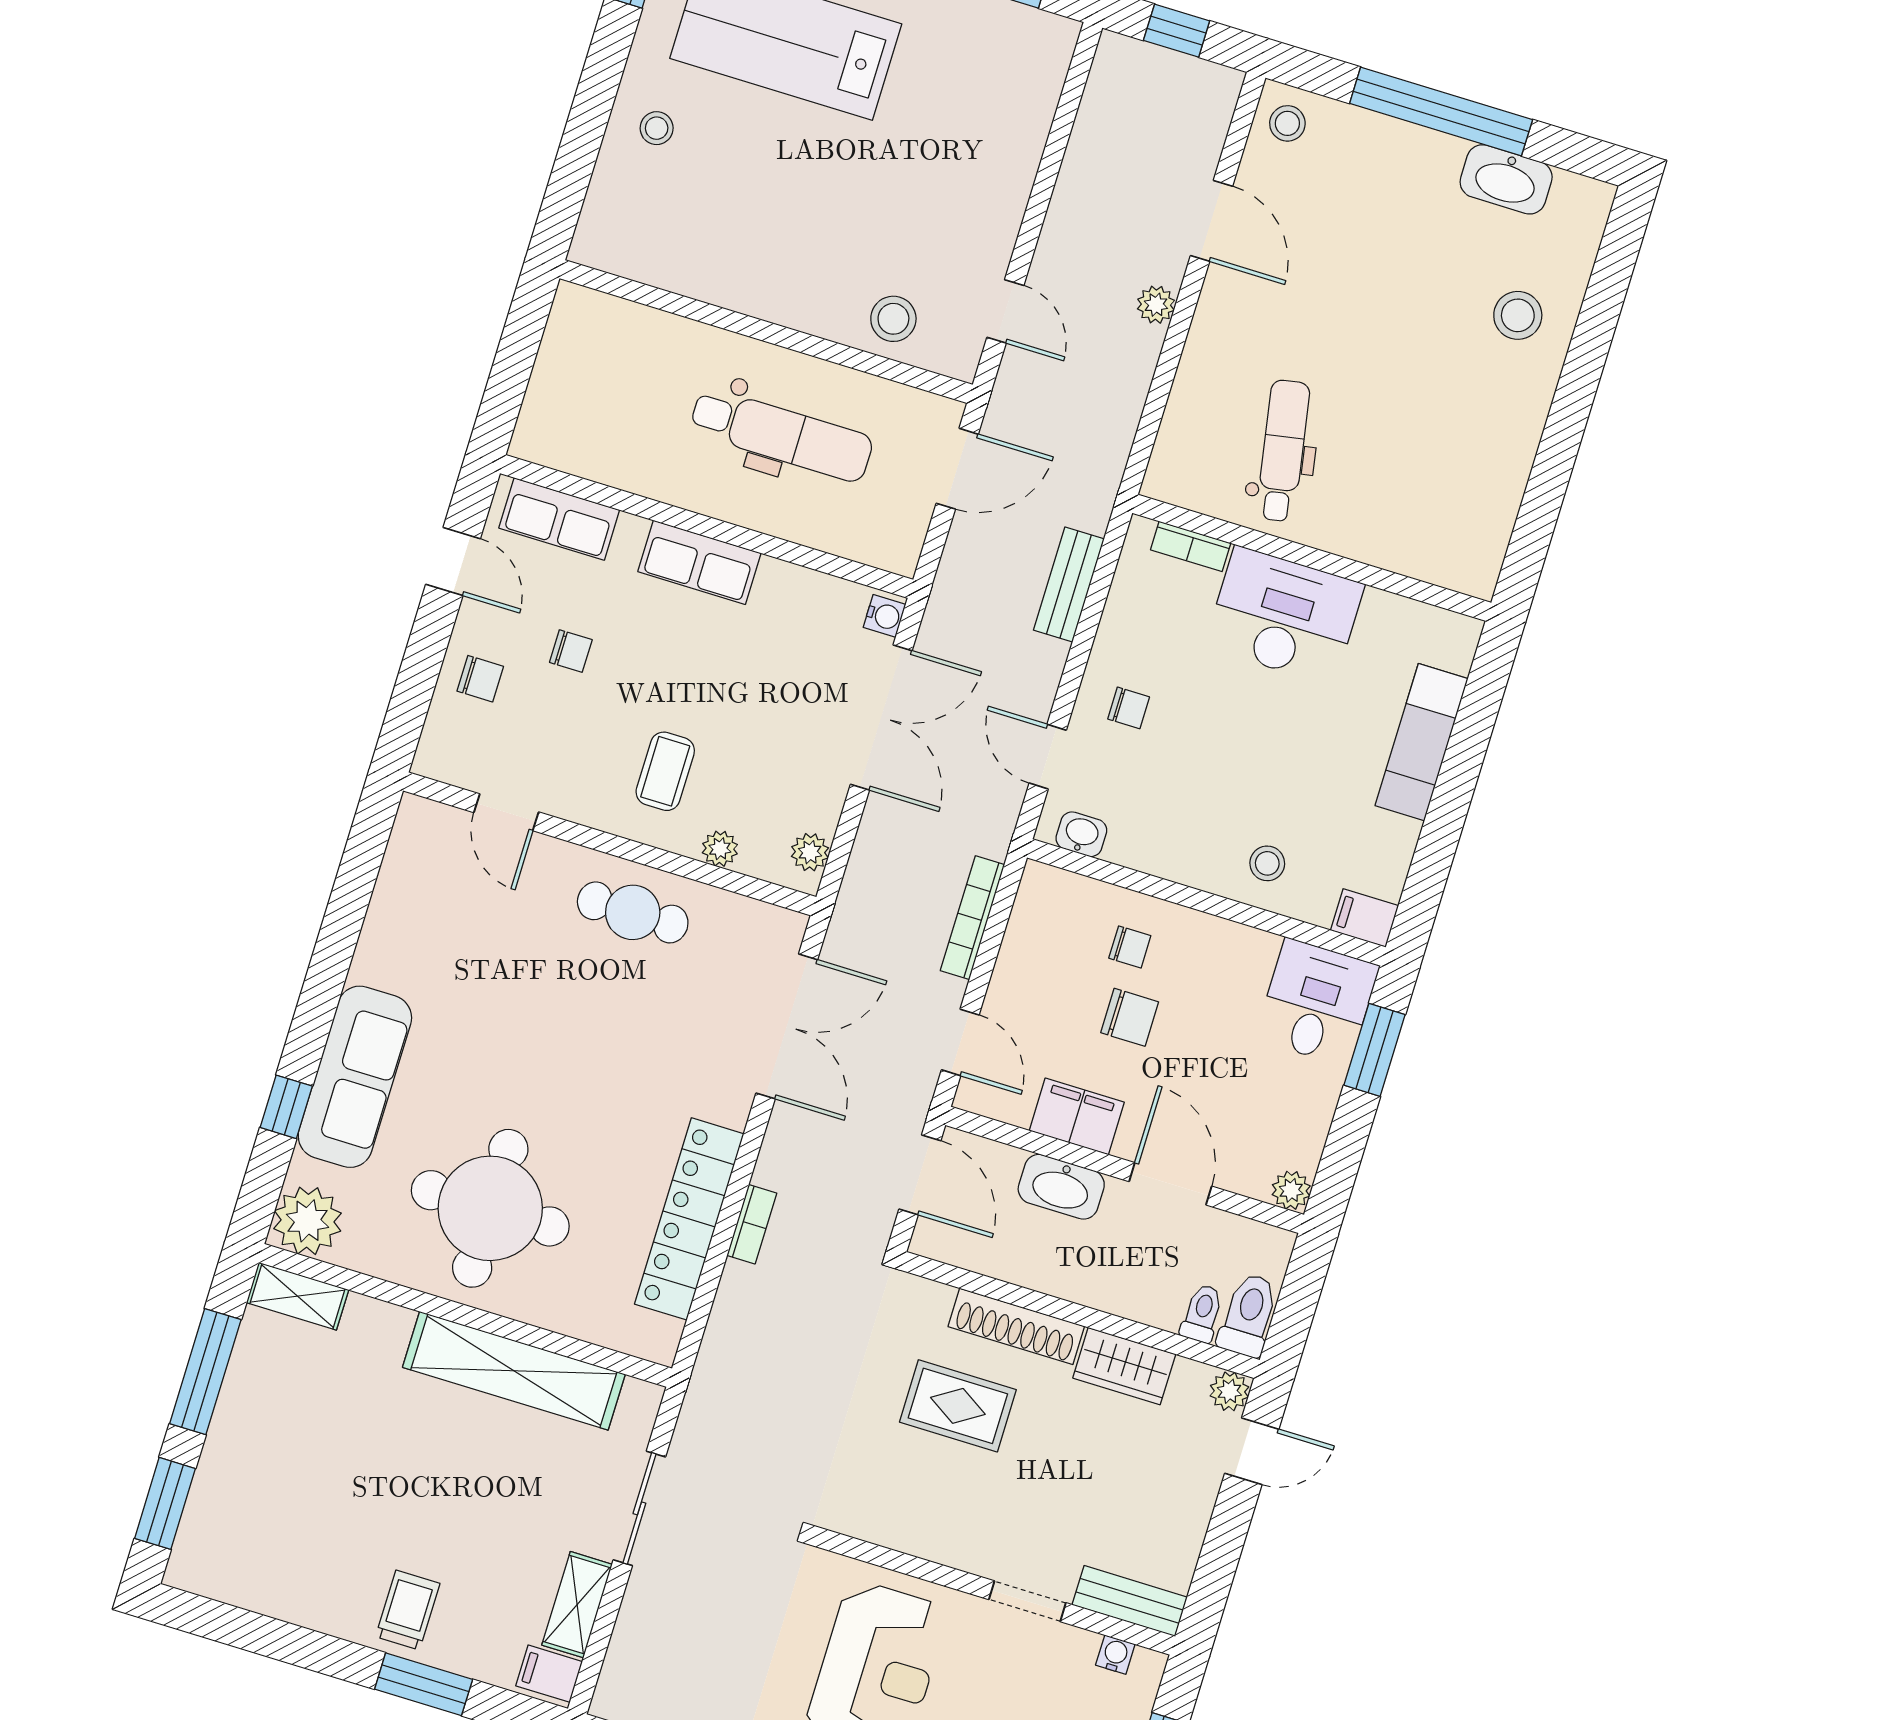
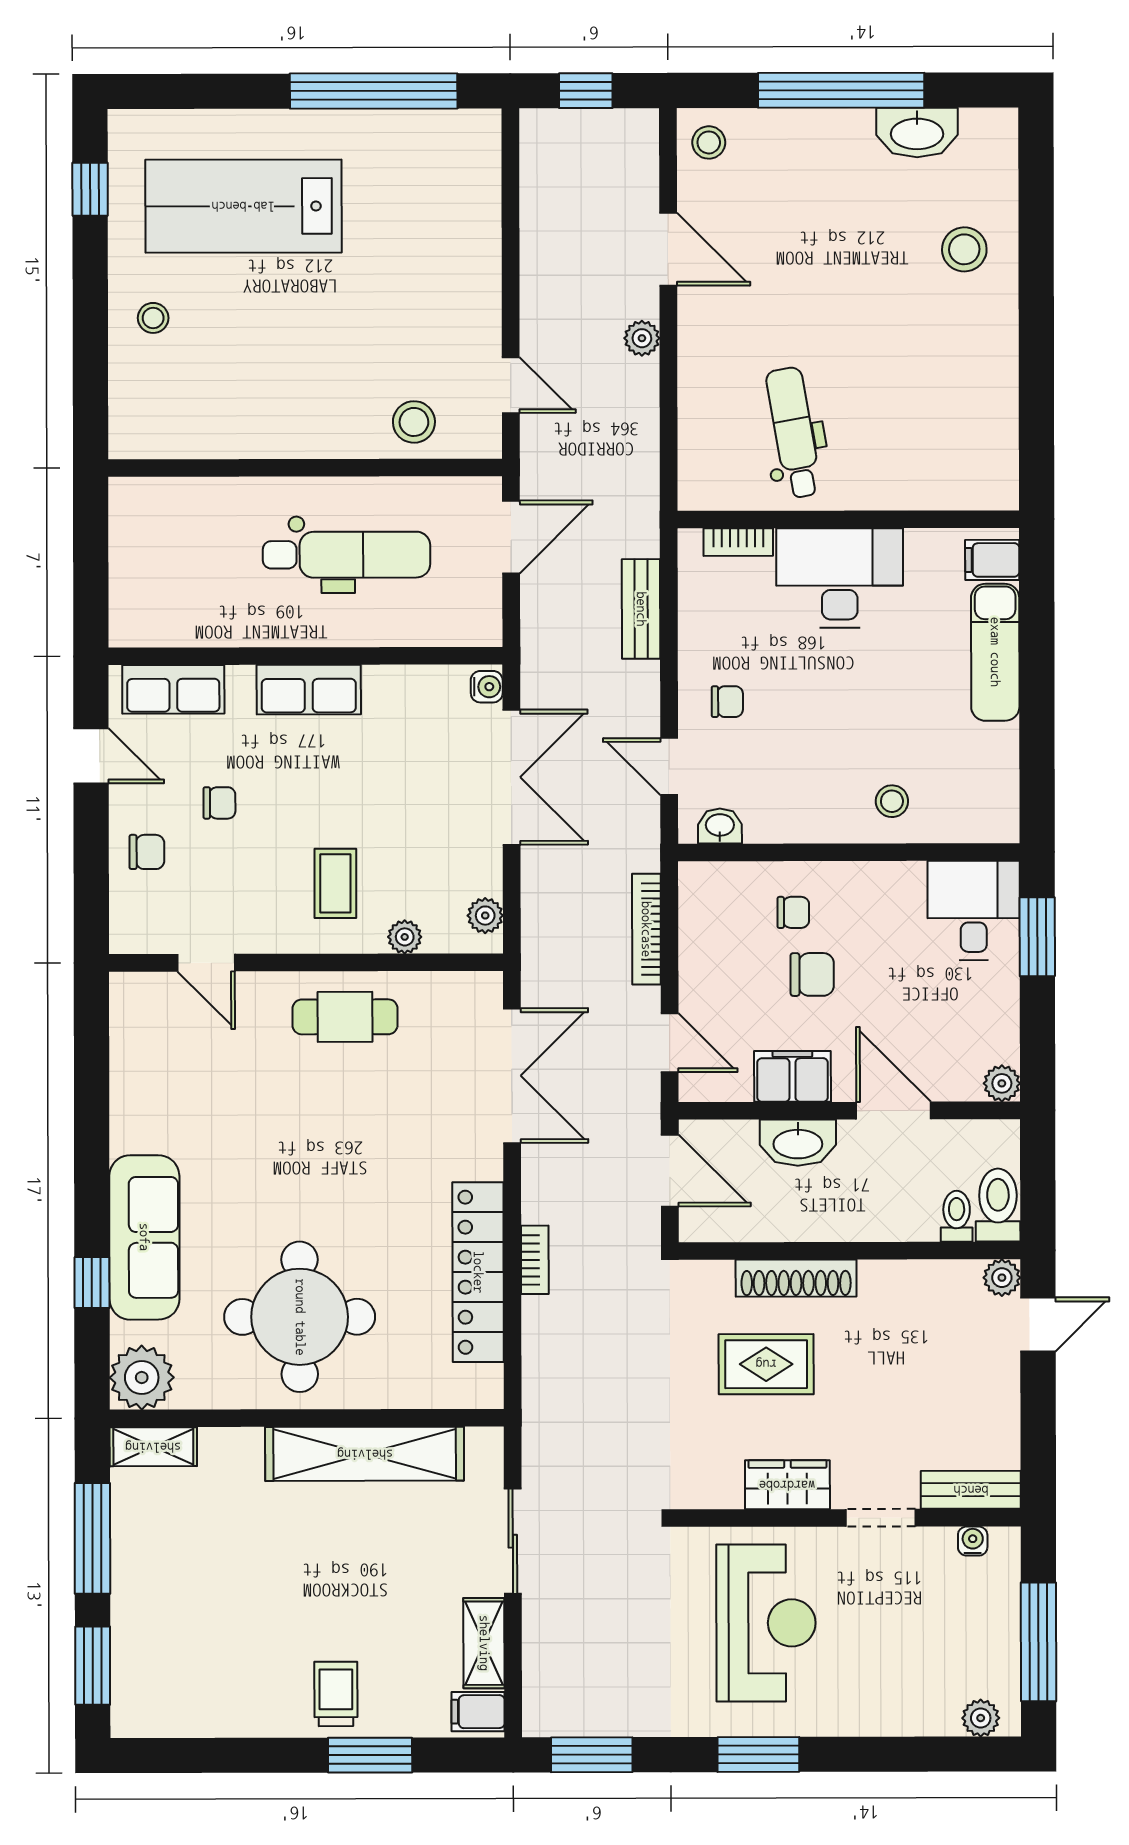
filing cabinet: (1365, 918) -> (992, 560), moved
wardrobe: (1124, 1366) -> (787, 1485), moved, turned 180

